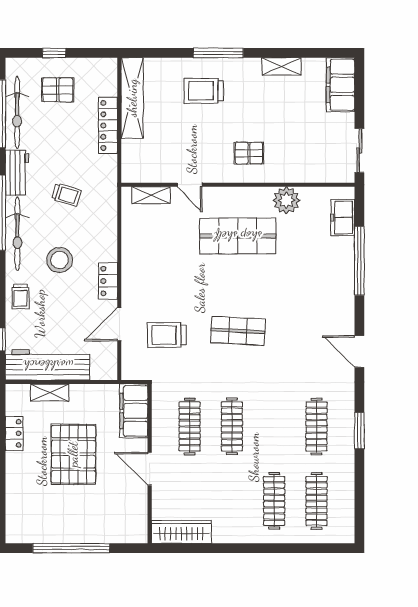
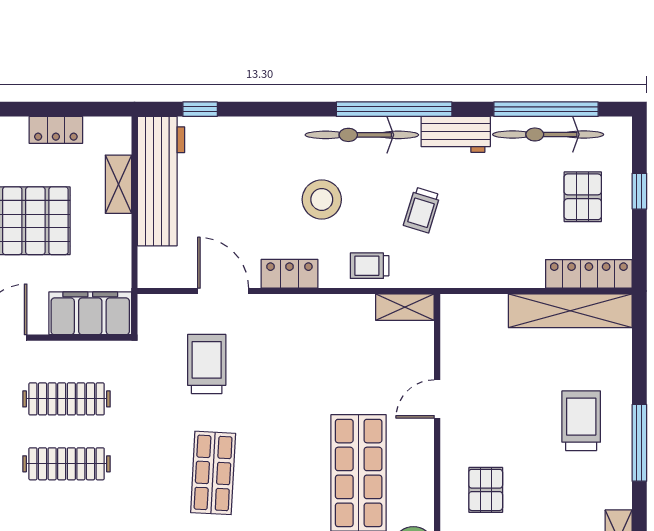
locker: (108, 126) -> (589, 274), moved
shelving: (151, 195) -> (405, 307), moved, turned 90
trolley: (21, 296) -> (370, 266), moved

